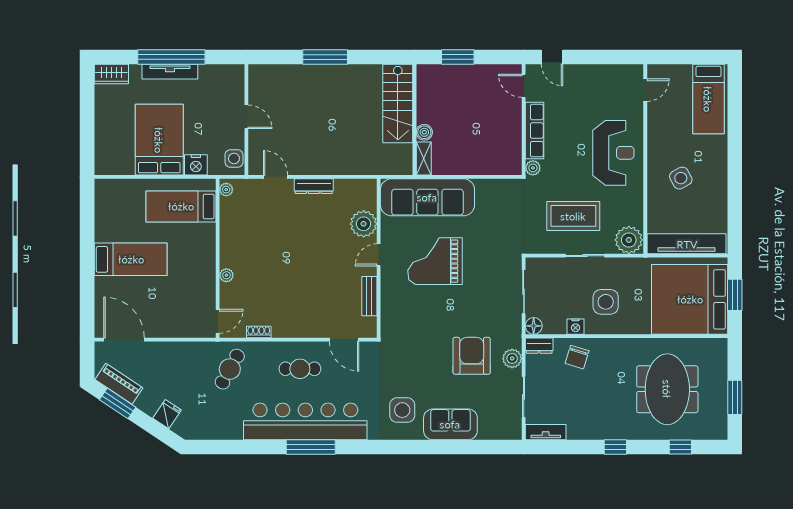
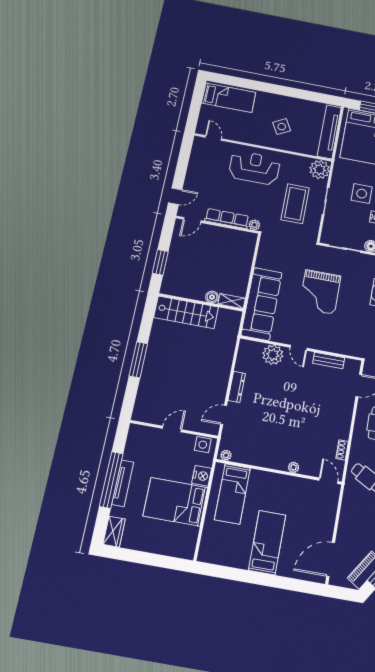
grand piano: (435, 261) -> (320, 292), moved

